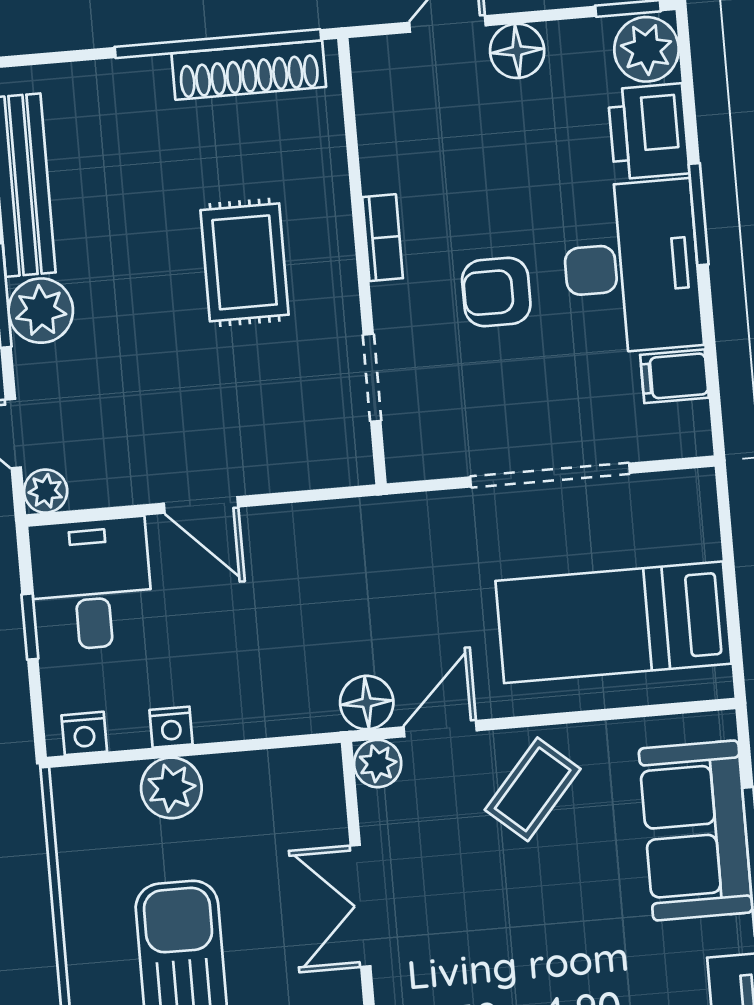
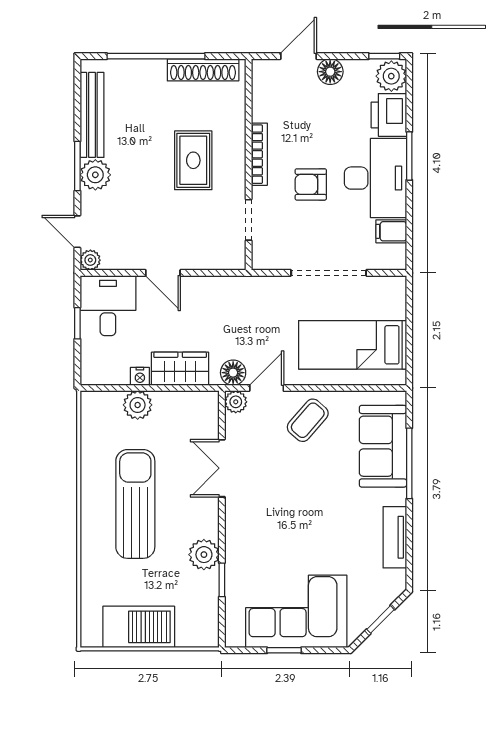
window: (218, 44) -> (156, 56), moved
bookcase: (383, 238) -> (259, 154), width x1.56
wardrobe: (254, 704) -> (180, 369), added
nightstand: (84, 733) -> (99, 376), removed

